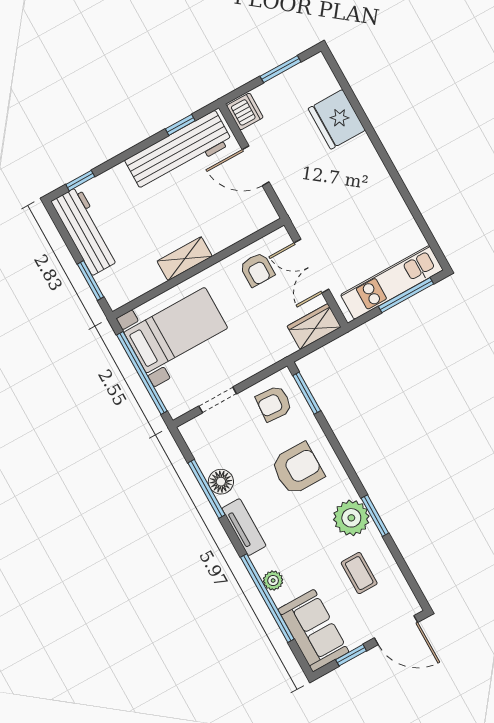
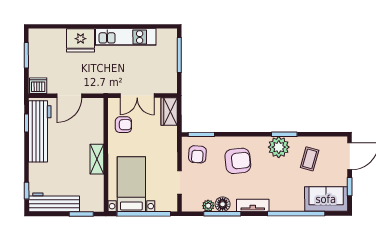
fridge: (337, 119) -> (81, 40), moved
kitchen unit: (392, 282) -> (126, 37), moved, turned -90
armchair: (297, 469) -> (238, 161), turned 84
coffee table: (359, 573) -> (310, 159), turned -74
plant: (273, 581) -> (208, 206), moved

